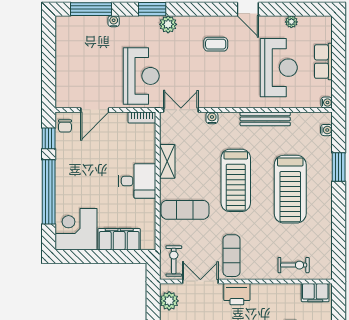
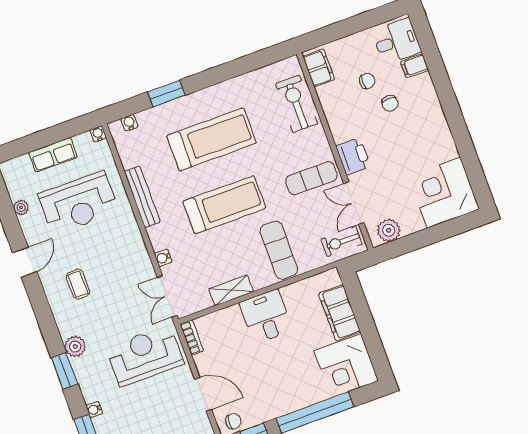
reception desk: (279, 68) -> (78, 203), turned 180
exercise bike: (294, 265) -> (296, 104), width x1.38, depth x1.39

